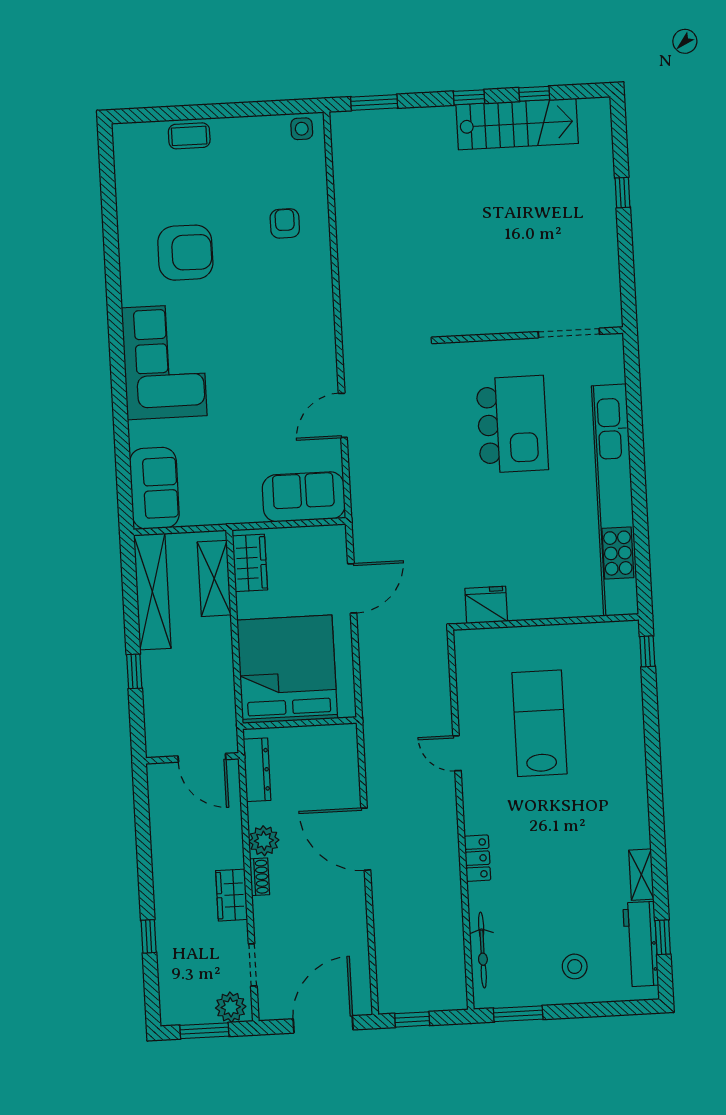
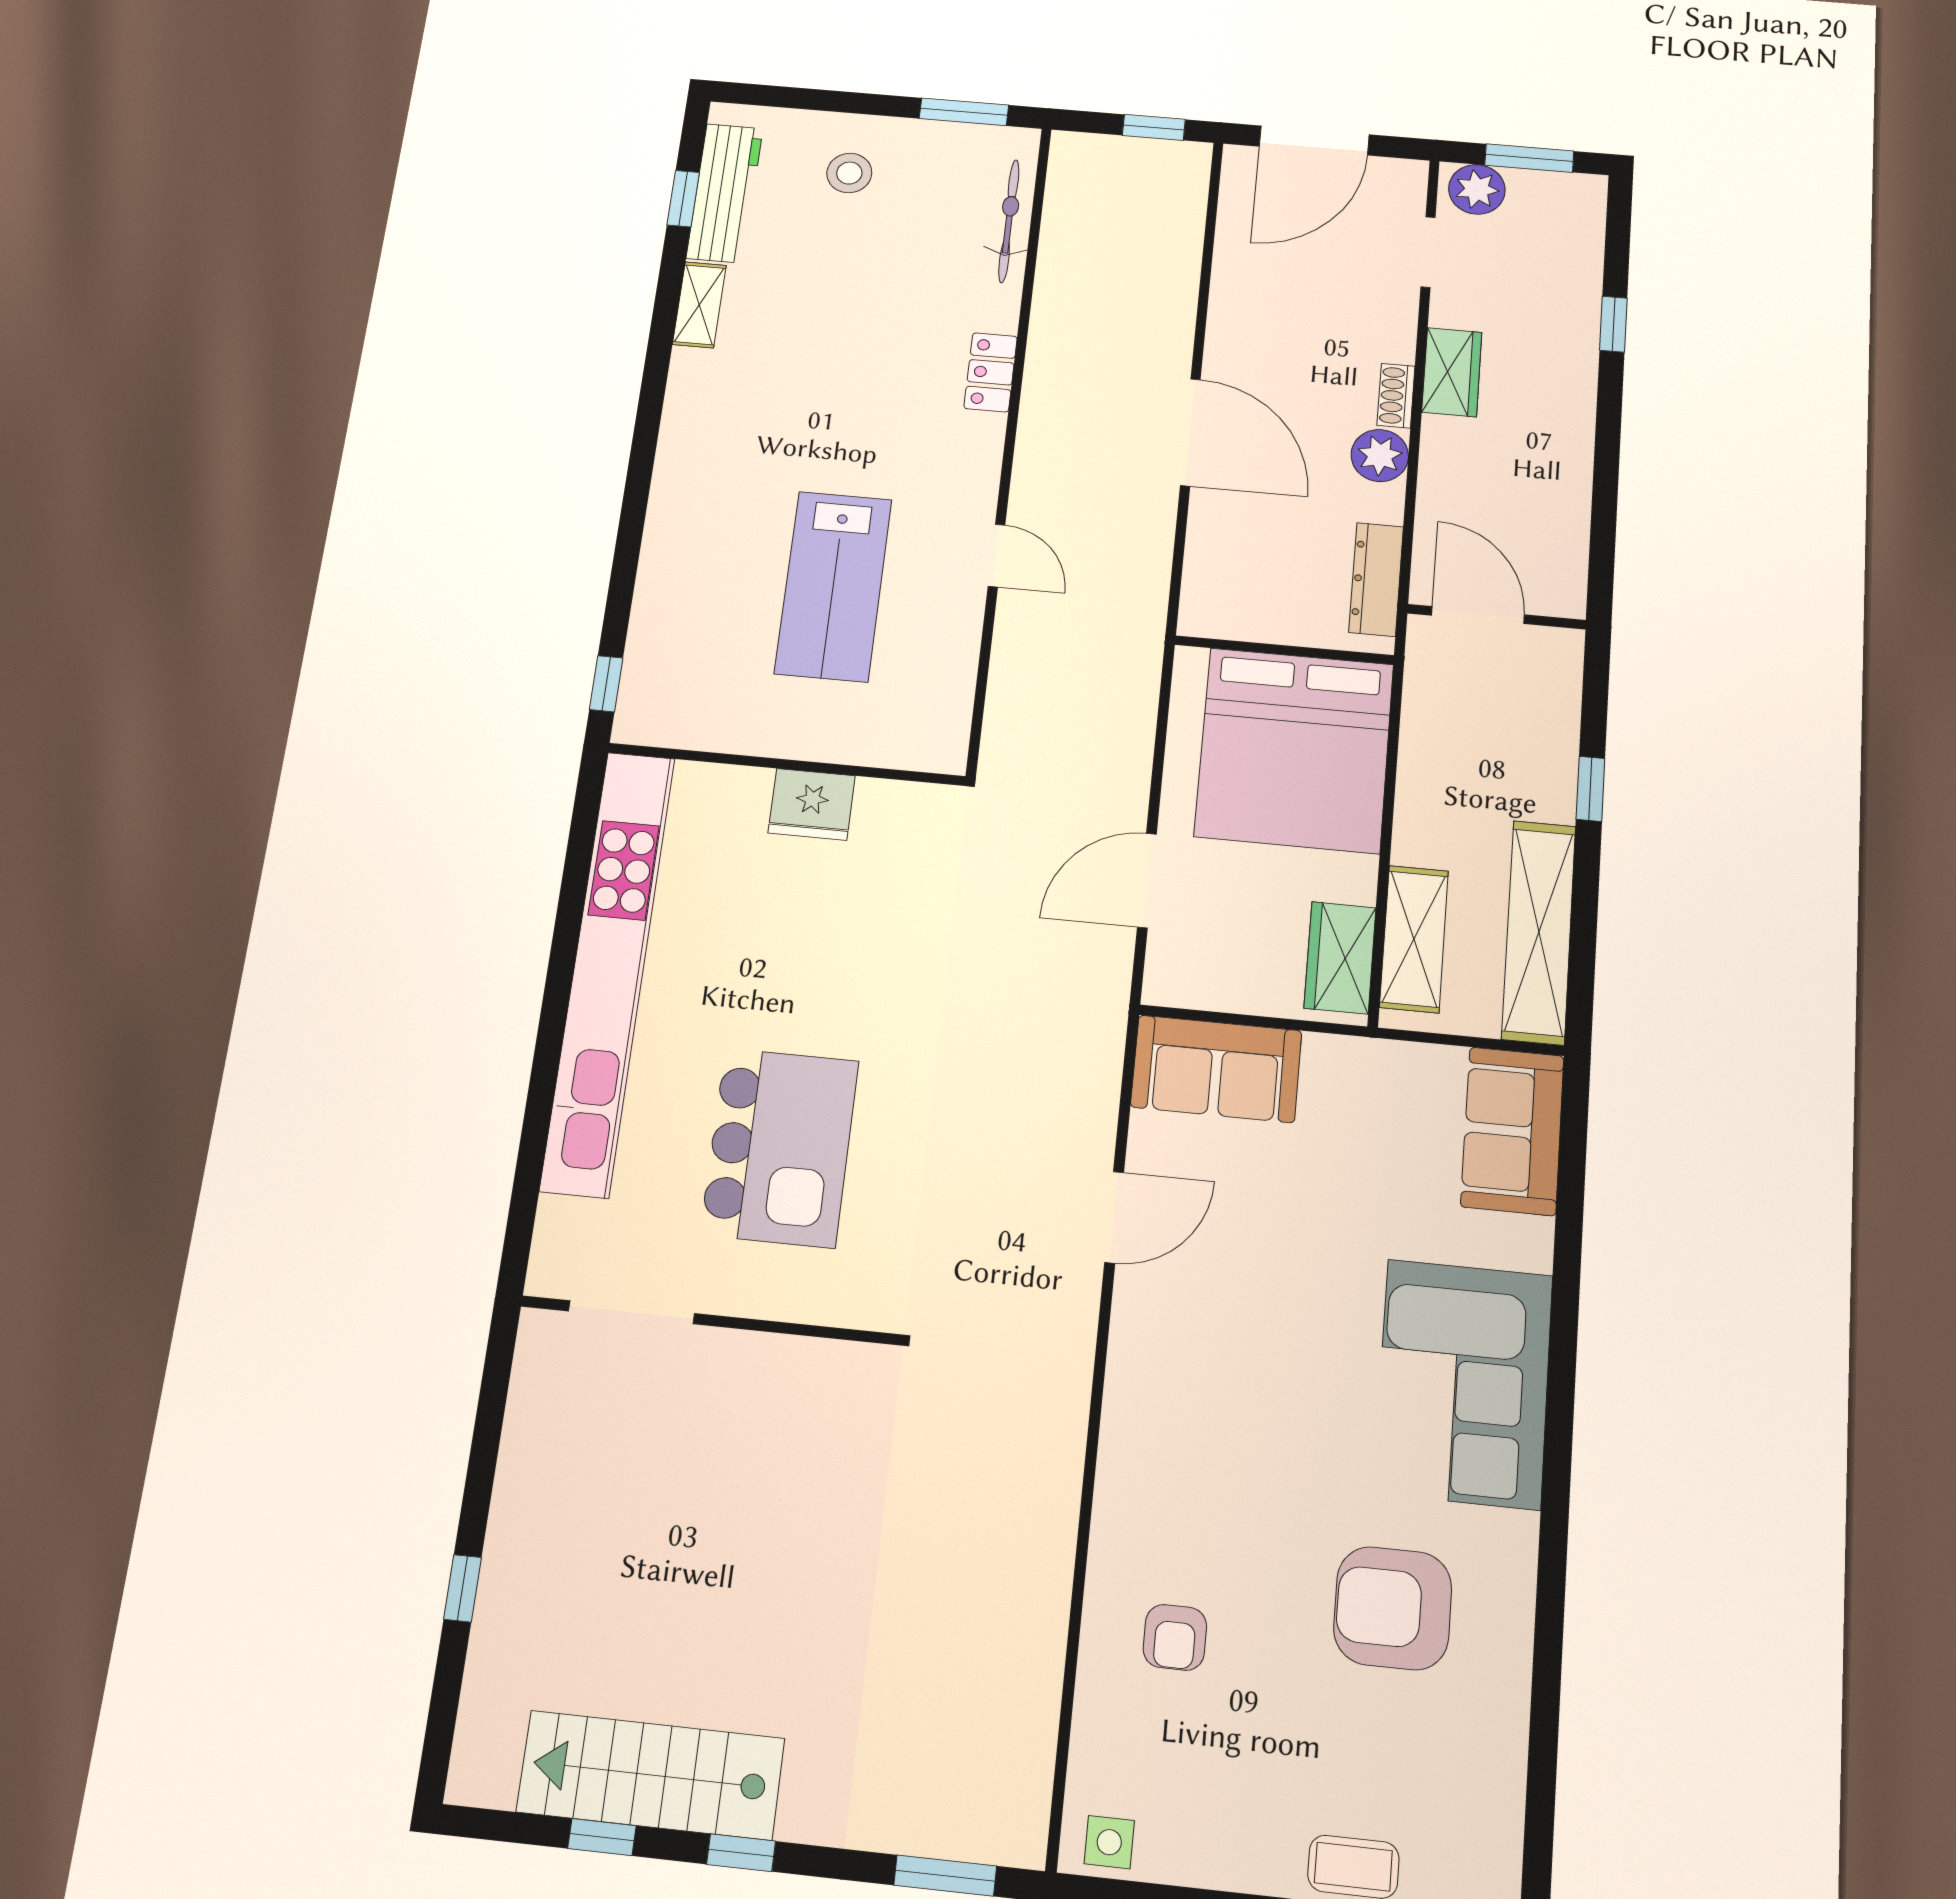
kitchen island: (512, 424) -> (780, 1147), turned 180
fridge: (486, 605) -> (812, 804), moved

